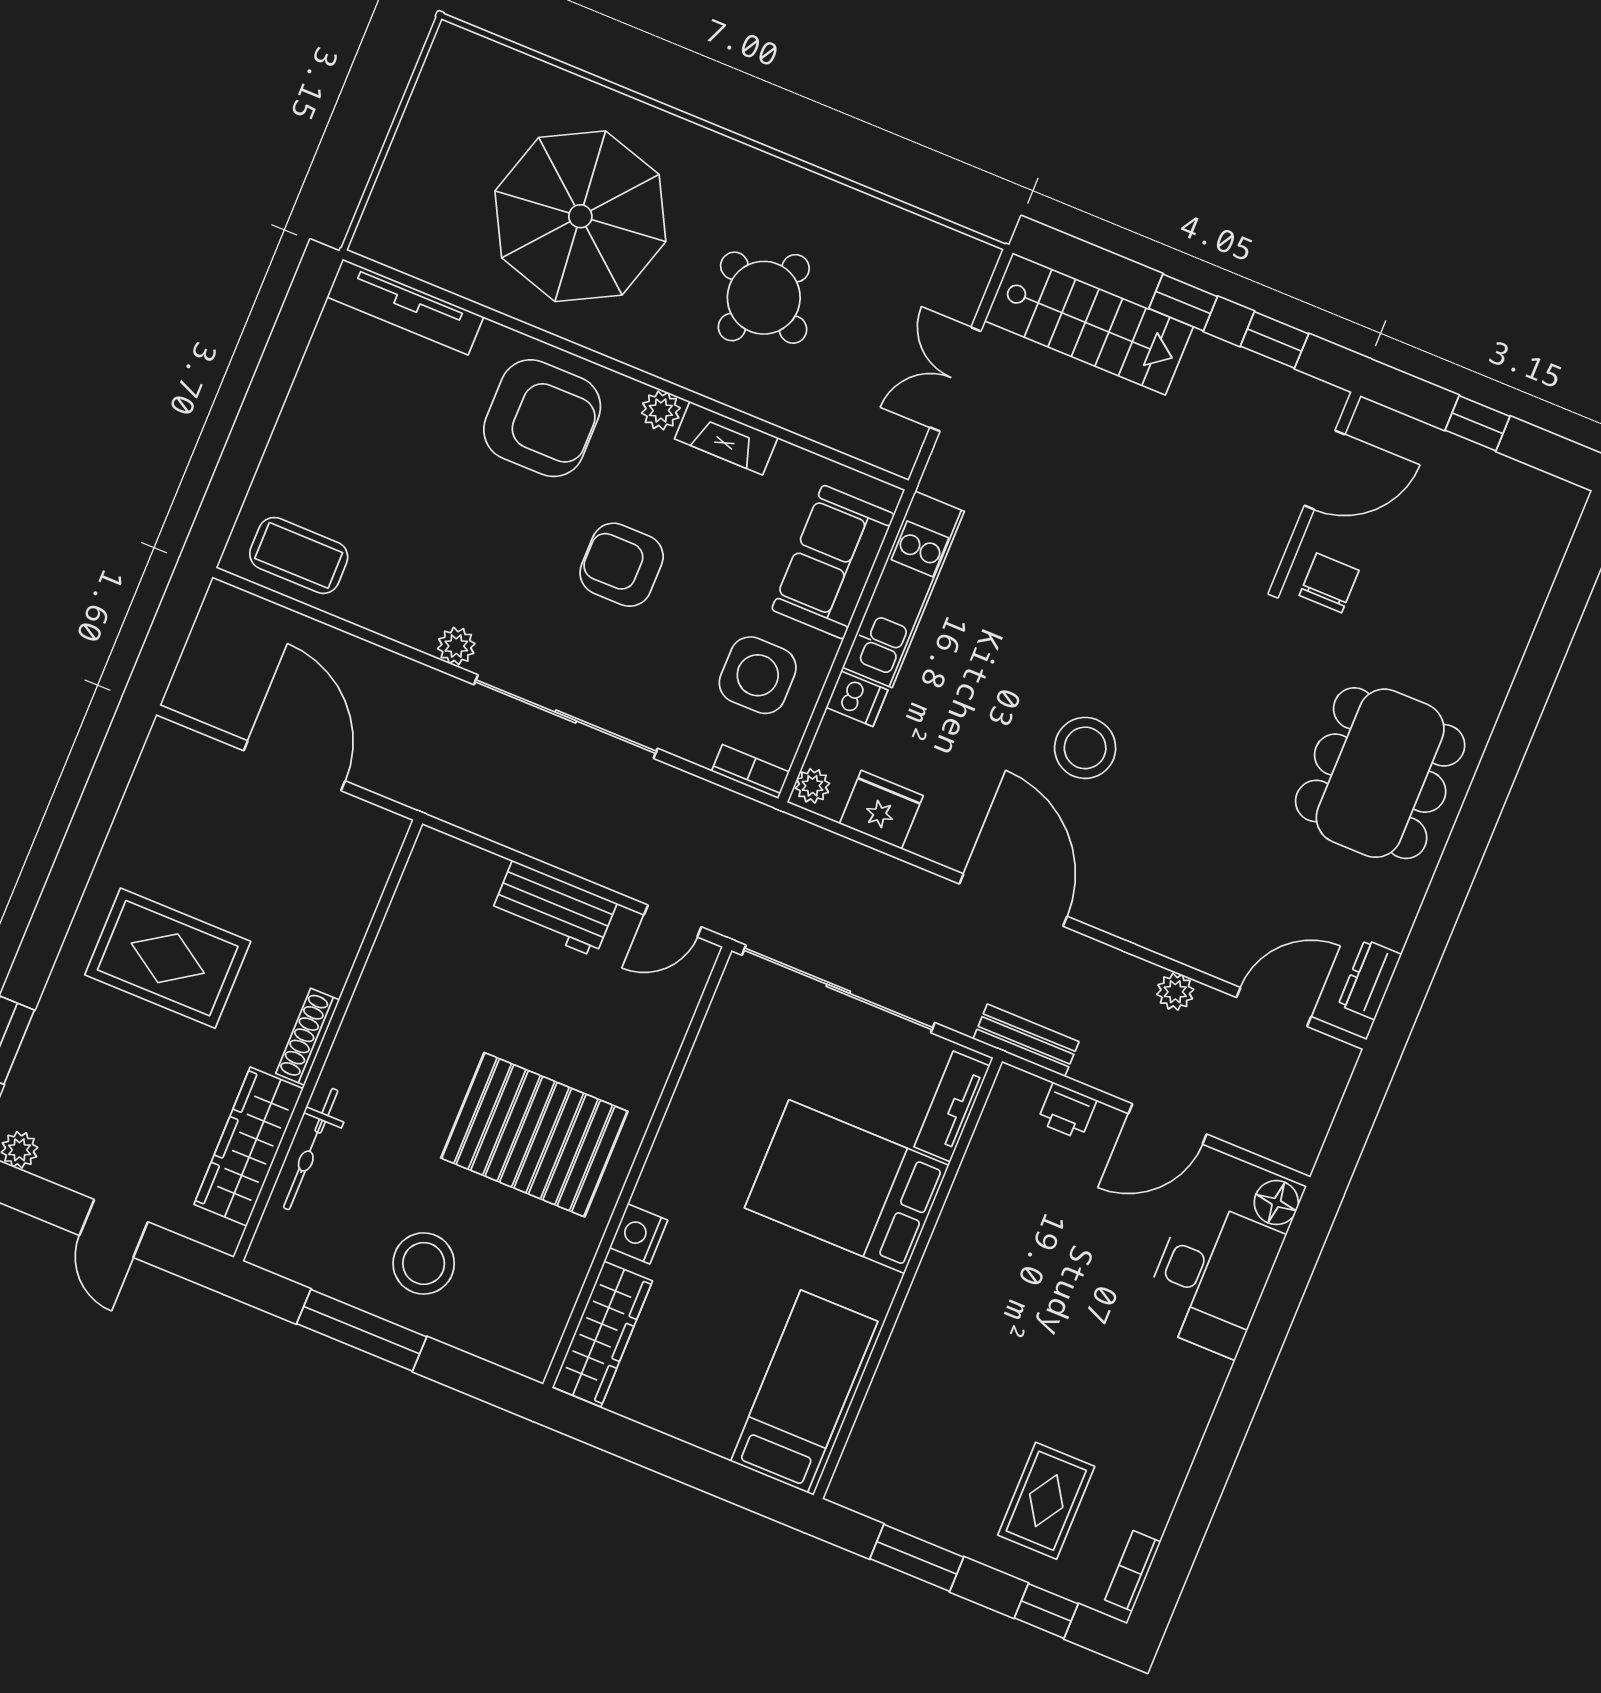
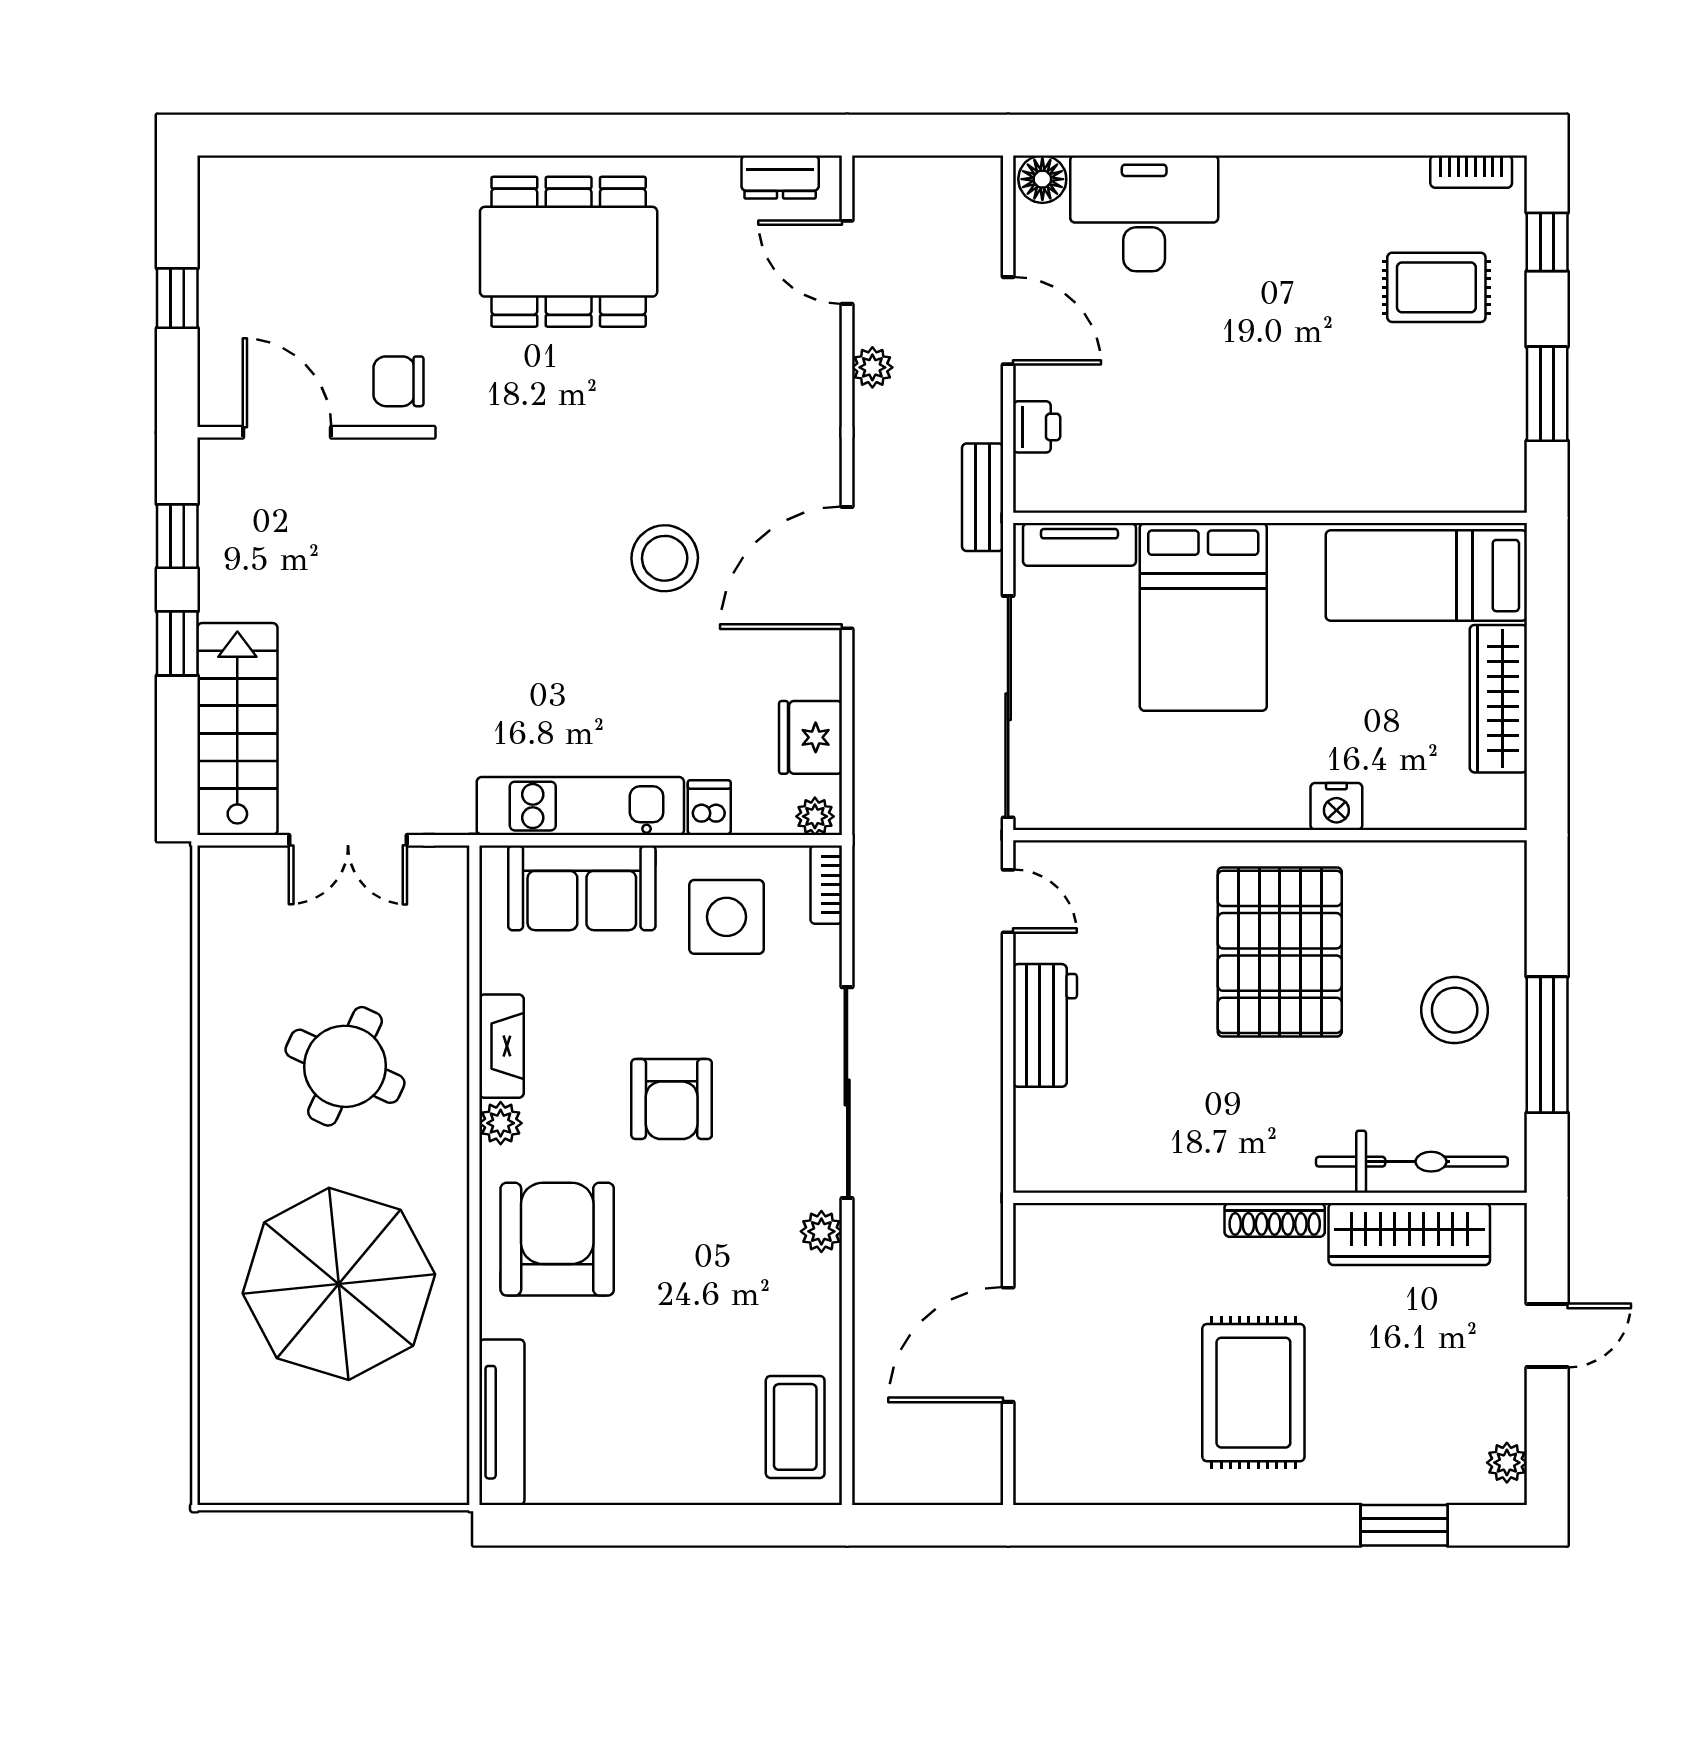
bicycle: (311, 1149) -> (1412, 1162), width x1.37, depth x1.40
wardrobe: (602, 1334) -> (1498, 699), moved, turned -90

